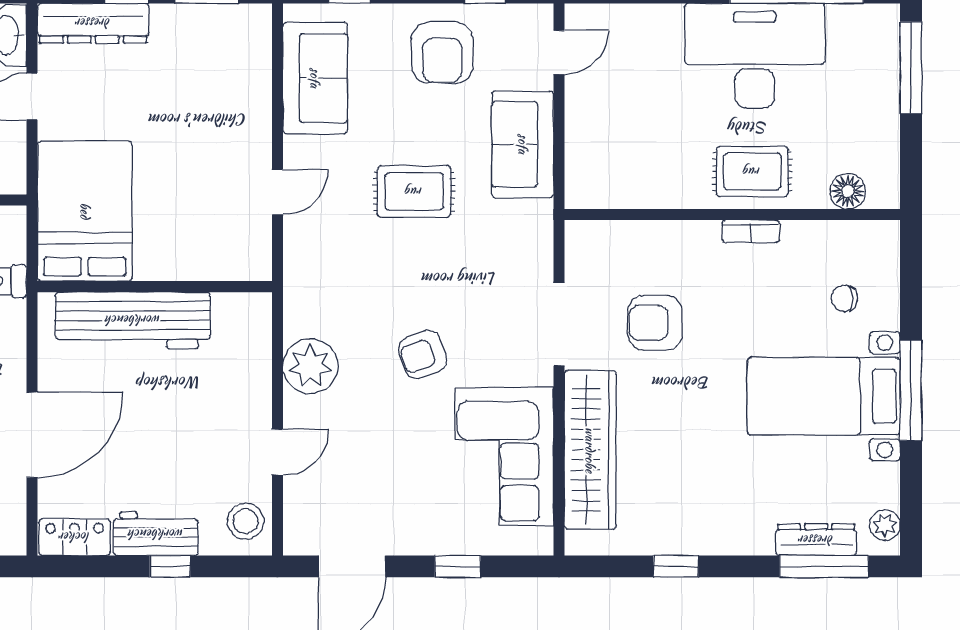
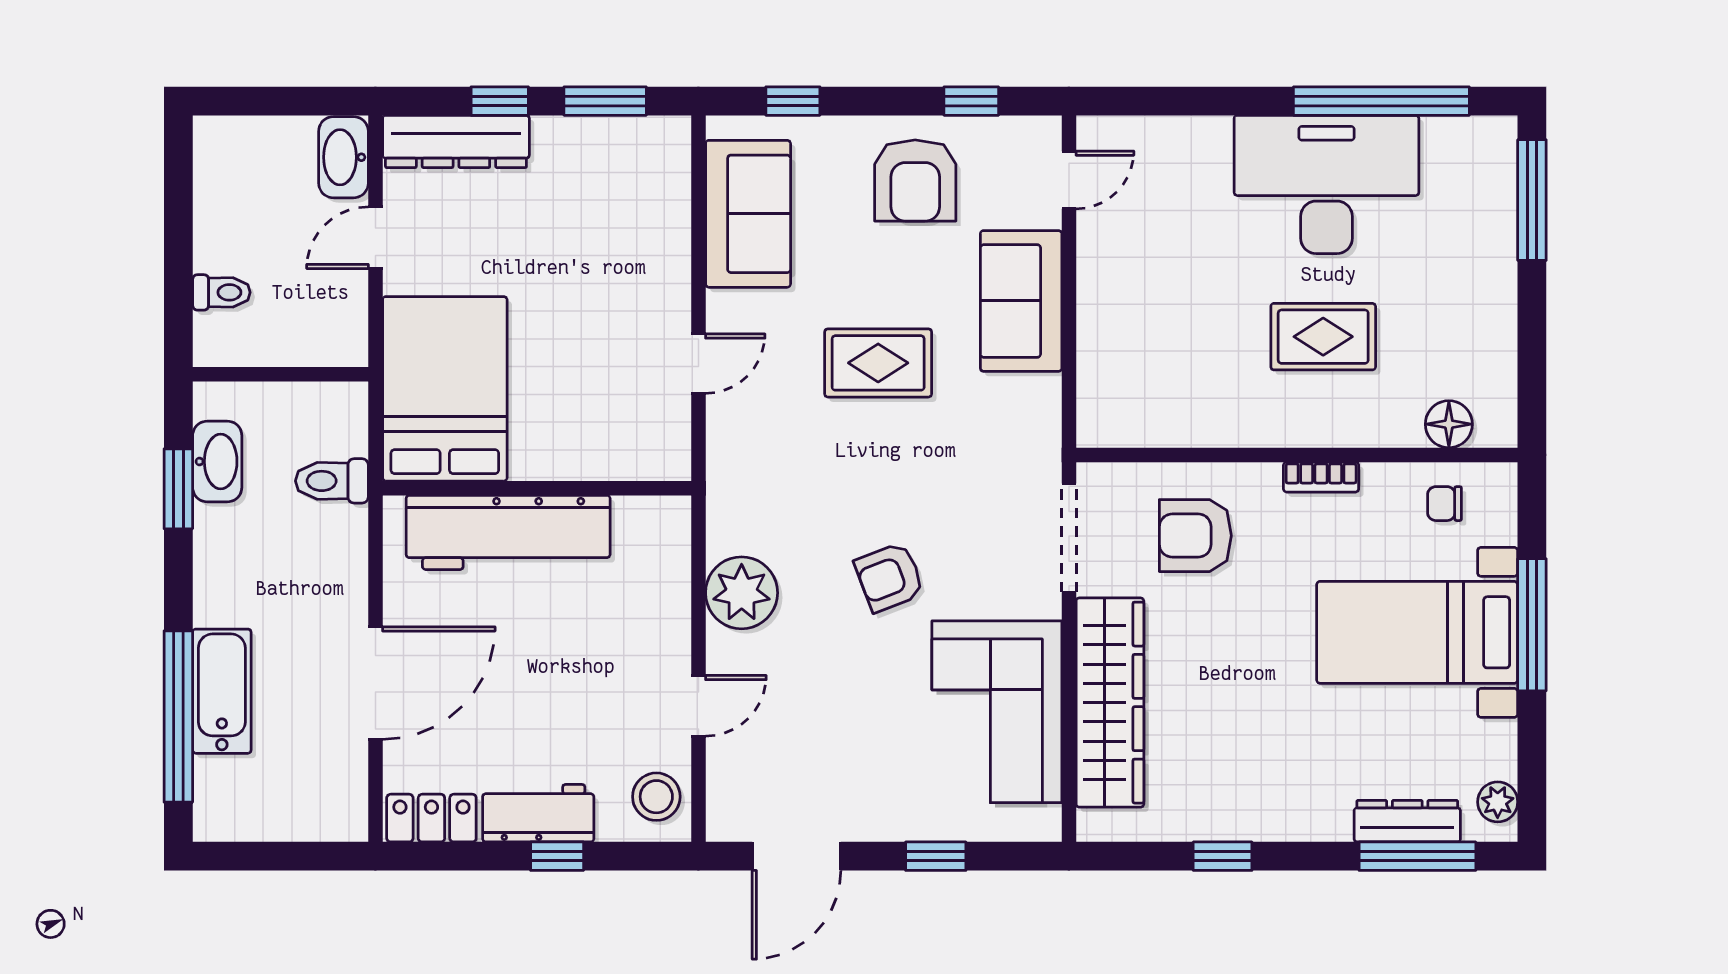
floor lamp: (848, 191) -> (1449, 424), moved
wall: (732, 214) -> (1297, 455), moved
bookcase: (751, 231) -> (1321, 477), moved

